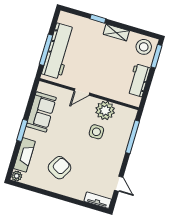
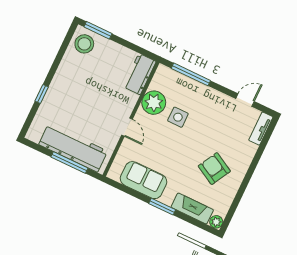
shelving: (116, 32) -> (62, 74), removed
workbench: (139, 80) -> (140, 74), moved, turned 90

